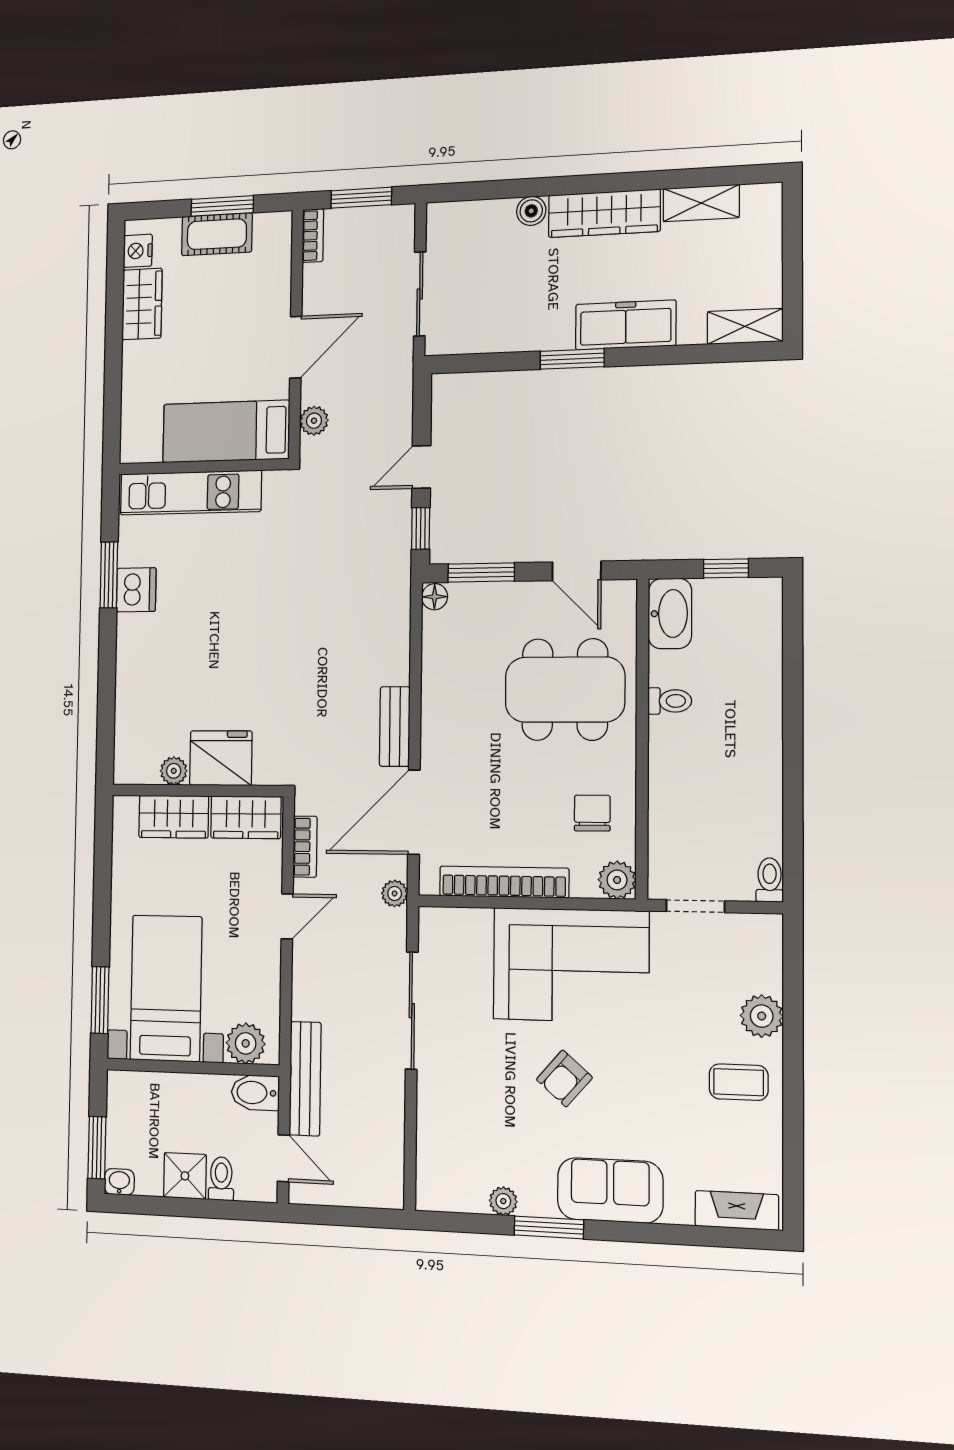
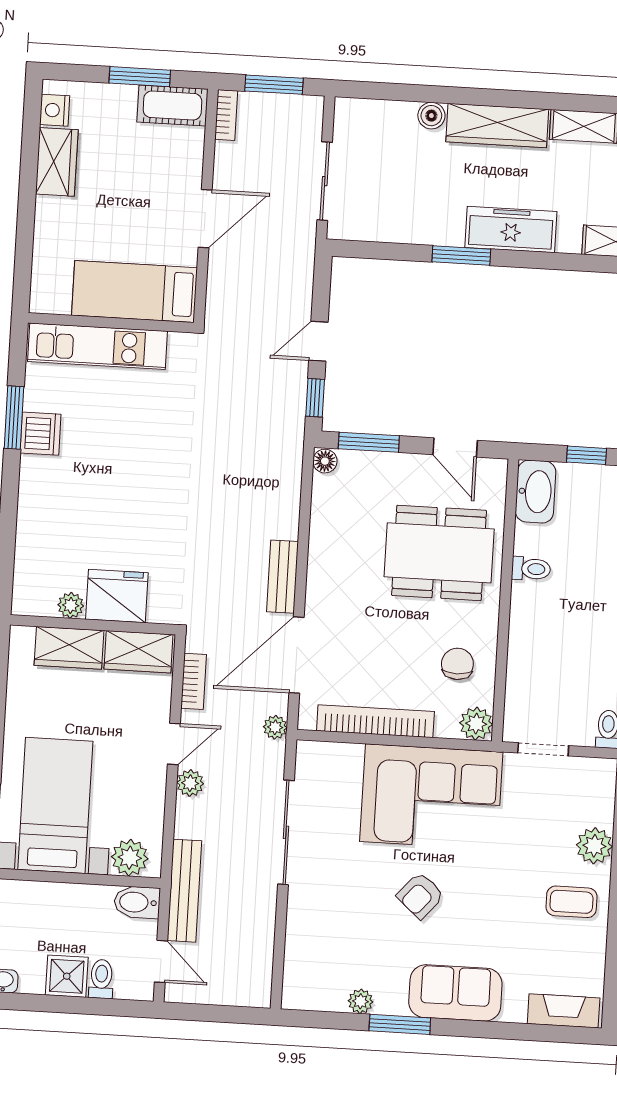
cot: (217, 234) -> (172, 106), moved
plant: (314, 421) -> (190, 783), moved

